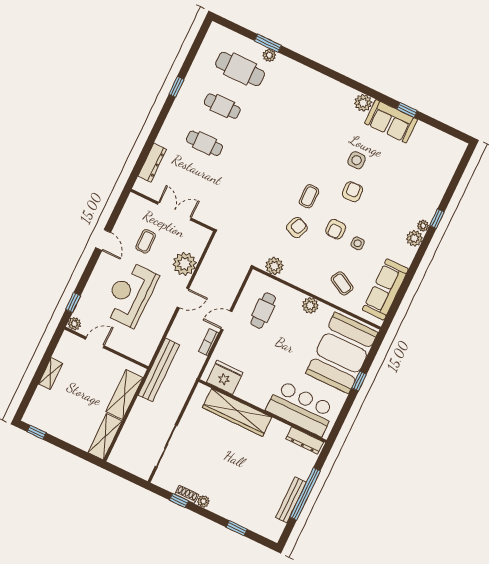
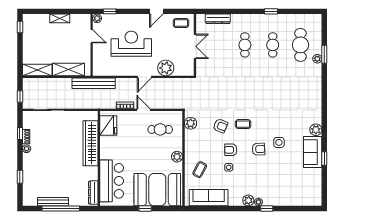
coffee table: (146, 241) -> (181, 23), moved
door: (183, 298) -> (144, 77), hinge flipped
window: (129, 477) -> (20, 96), added

